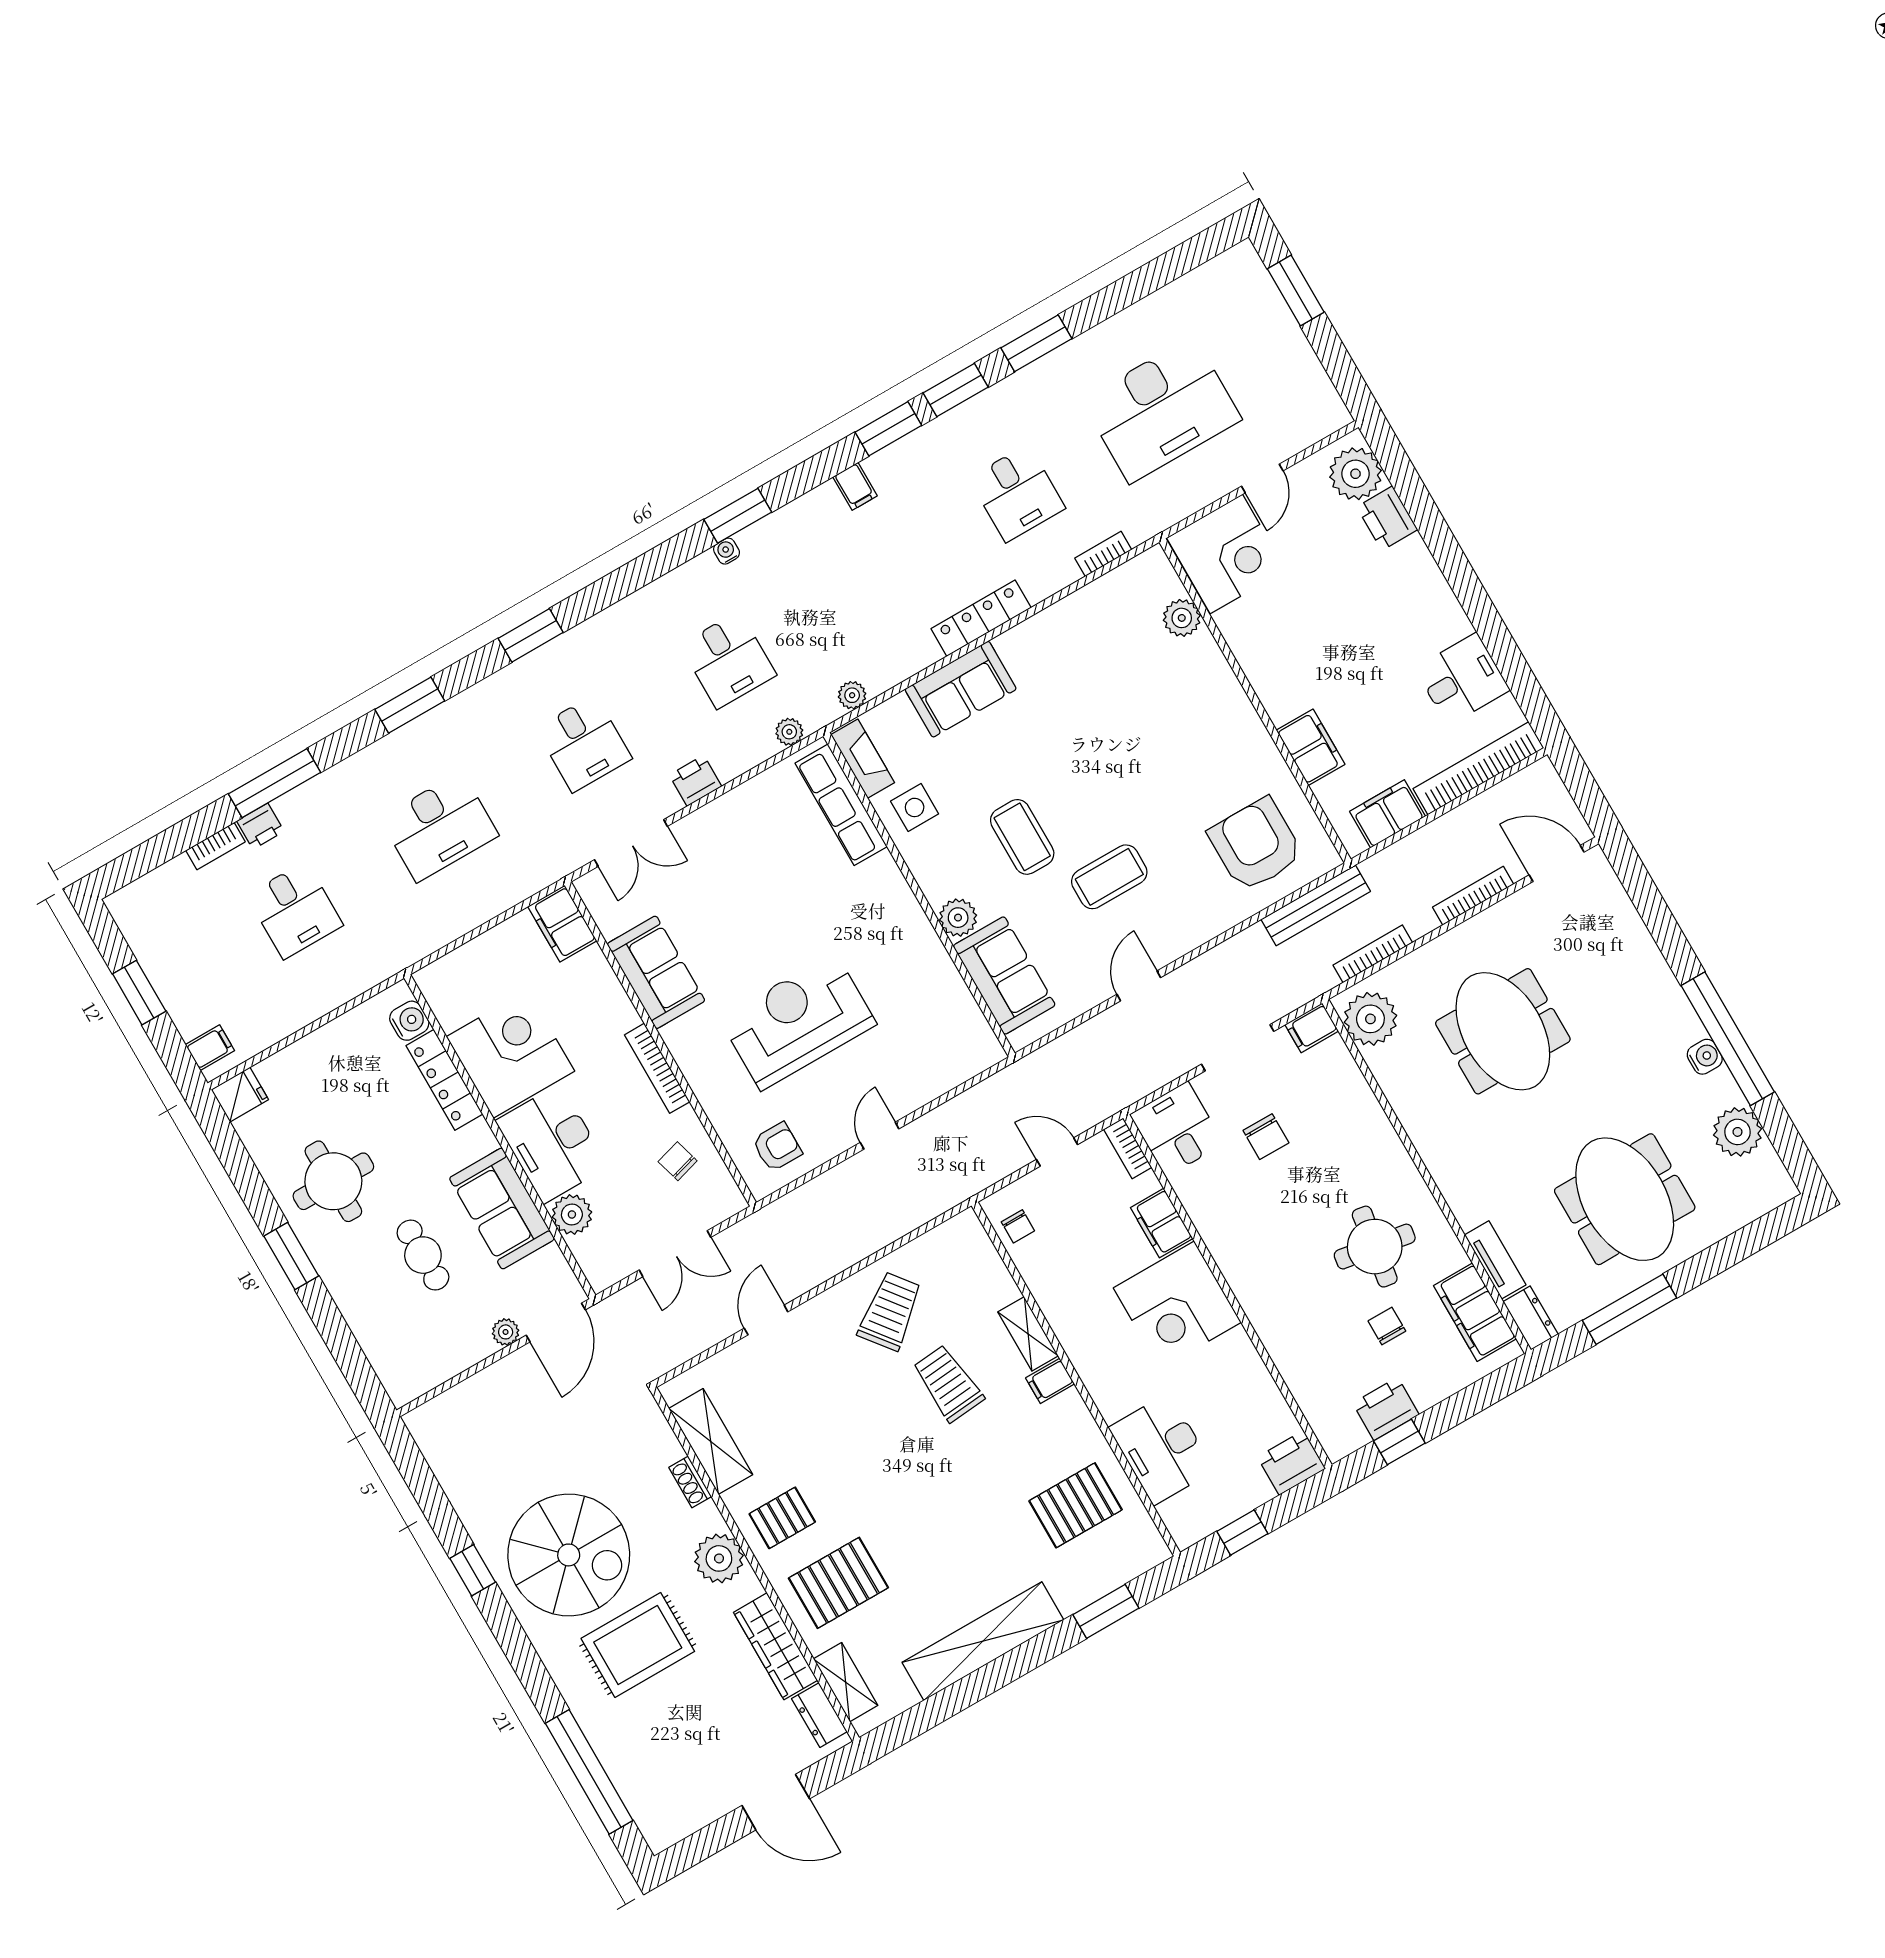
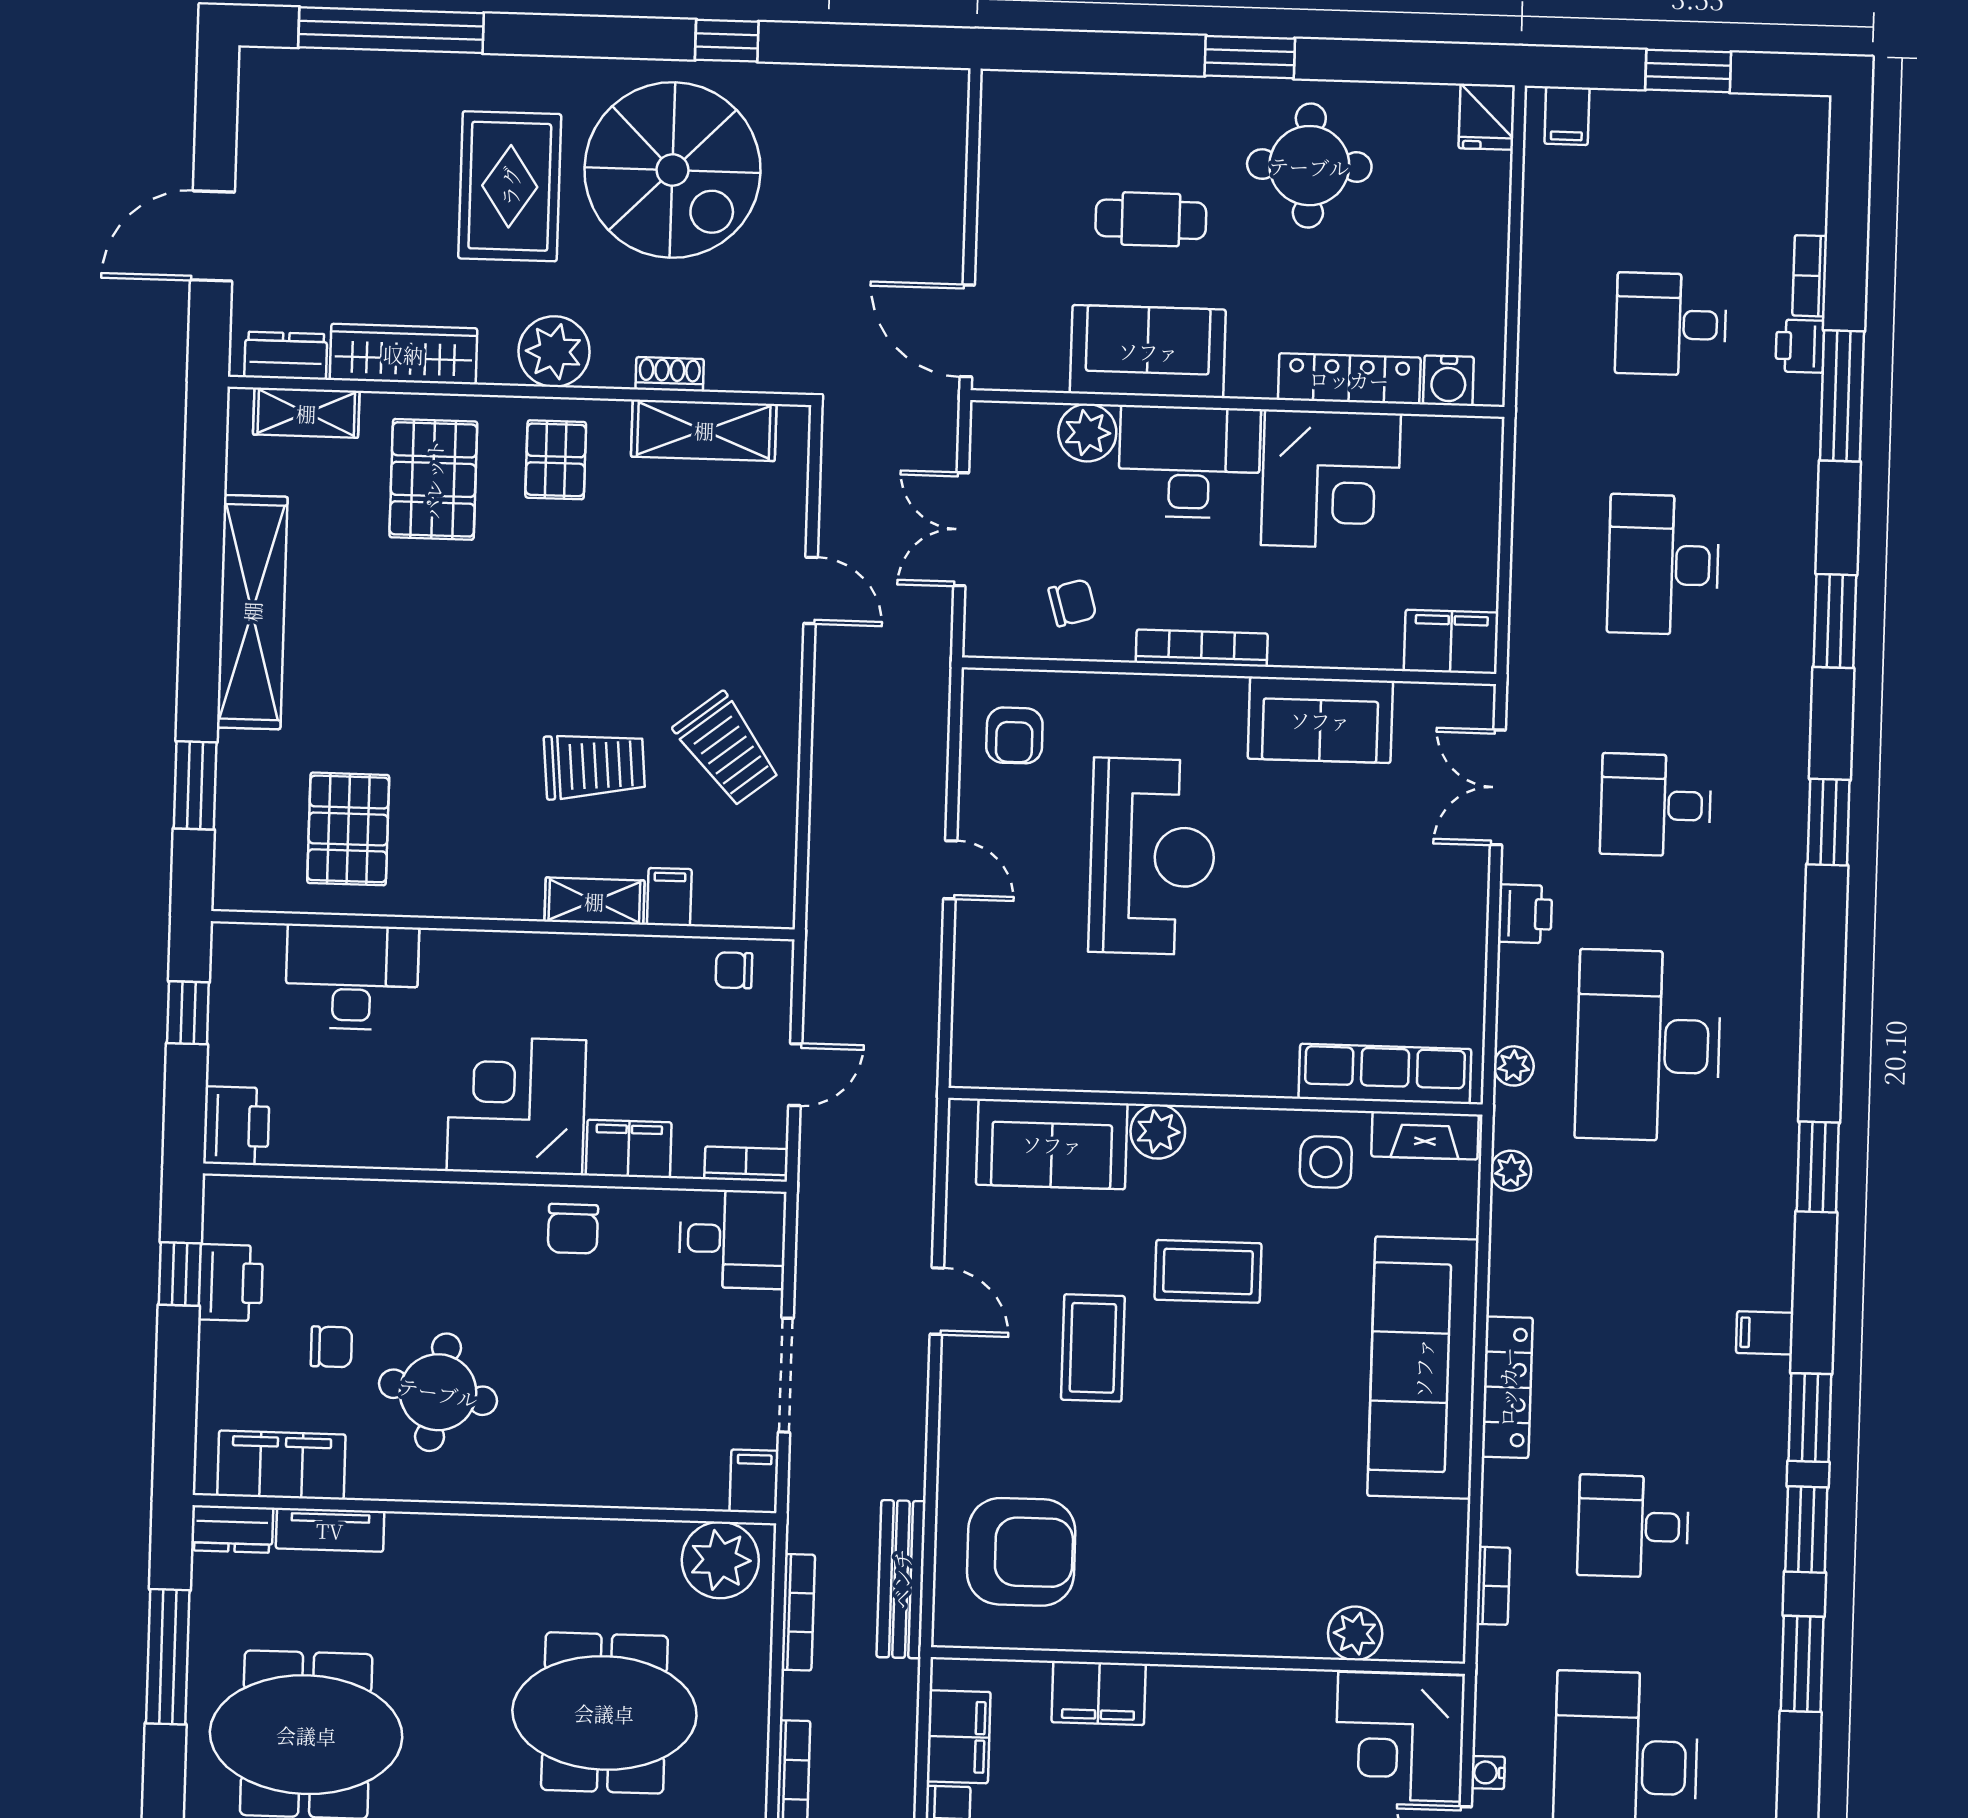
water cooler: (727, 551) -> (1488, 1773), moved, turned 180
desk: (728, 660) -> (1648, 1045), width x1.87, depth x1.30
sofa: (961, 689) -> (1423, 1368), width x1.85, depth x1.27
chair: (1266, 1137) -> (573, 1229), moved, turned -90
plant: (506, 1332) -> (994, 262), removed
filing cabinet: (1050, 1381) -> (669, 897), moved
spiral stairs: (569, 1555) -> (673, 170), turned -90

